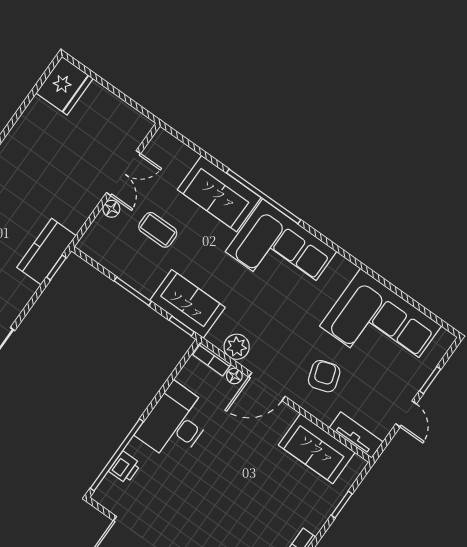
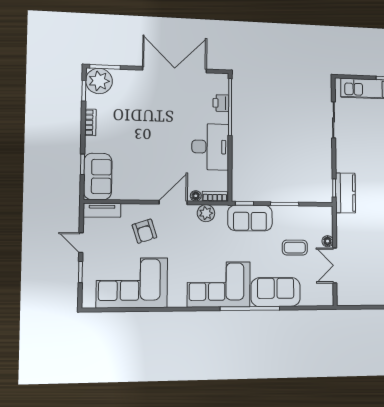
sofa: (317, 449) -> (98, 176), moved, turned 90

